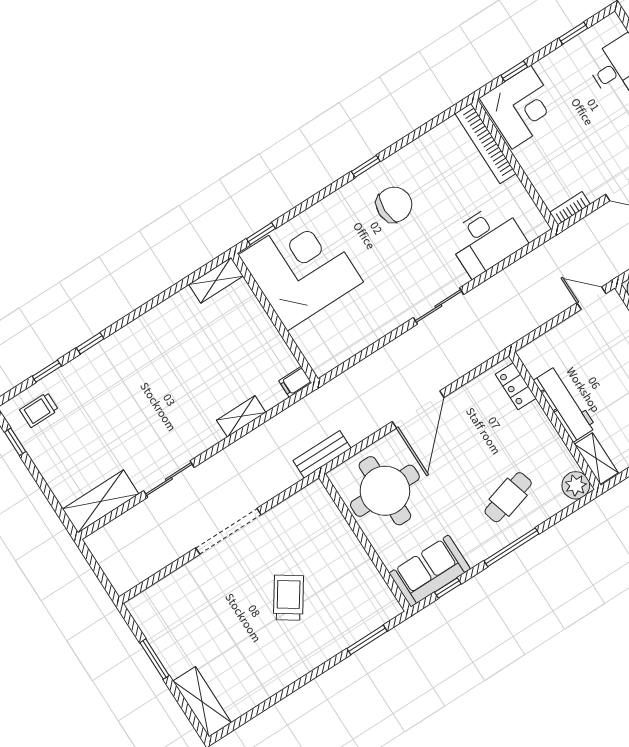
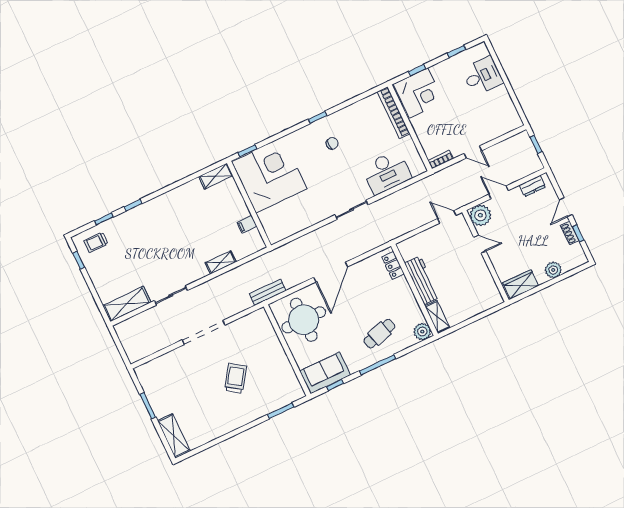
chair: (394, 205) -> (332, 143), width x0.54, depth x0.54
filing cabinet: (295, 382) -> (247, 224), moved

